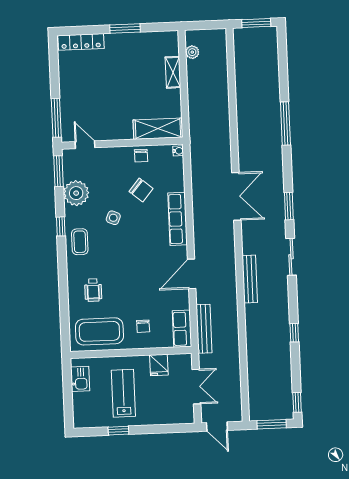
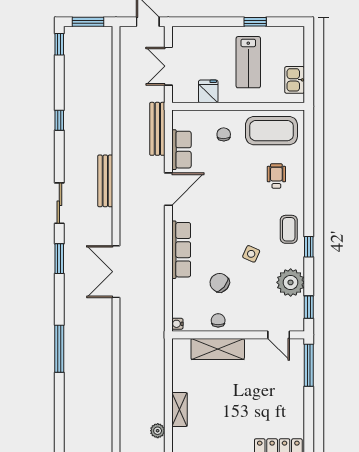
shelving: (158, 129) -> (218, 349), moved
window: (58, 171) -> (309, 307), width x0.67
row of seats: (182, 329) -> (181, 150), moved

